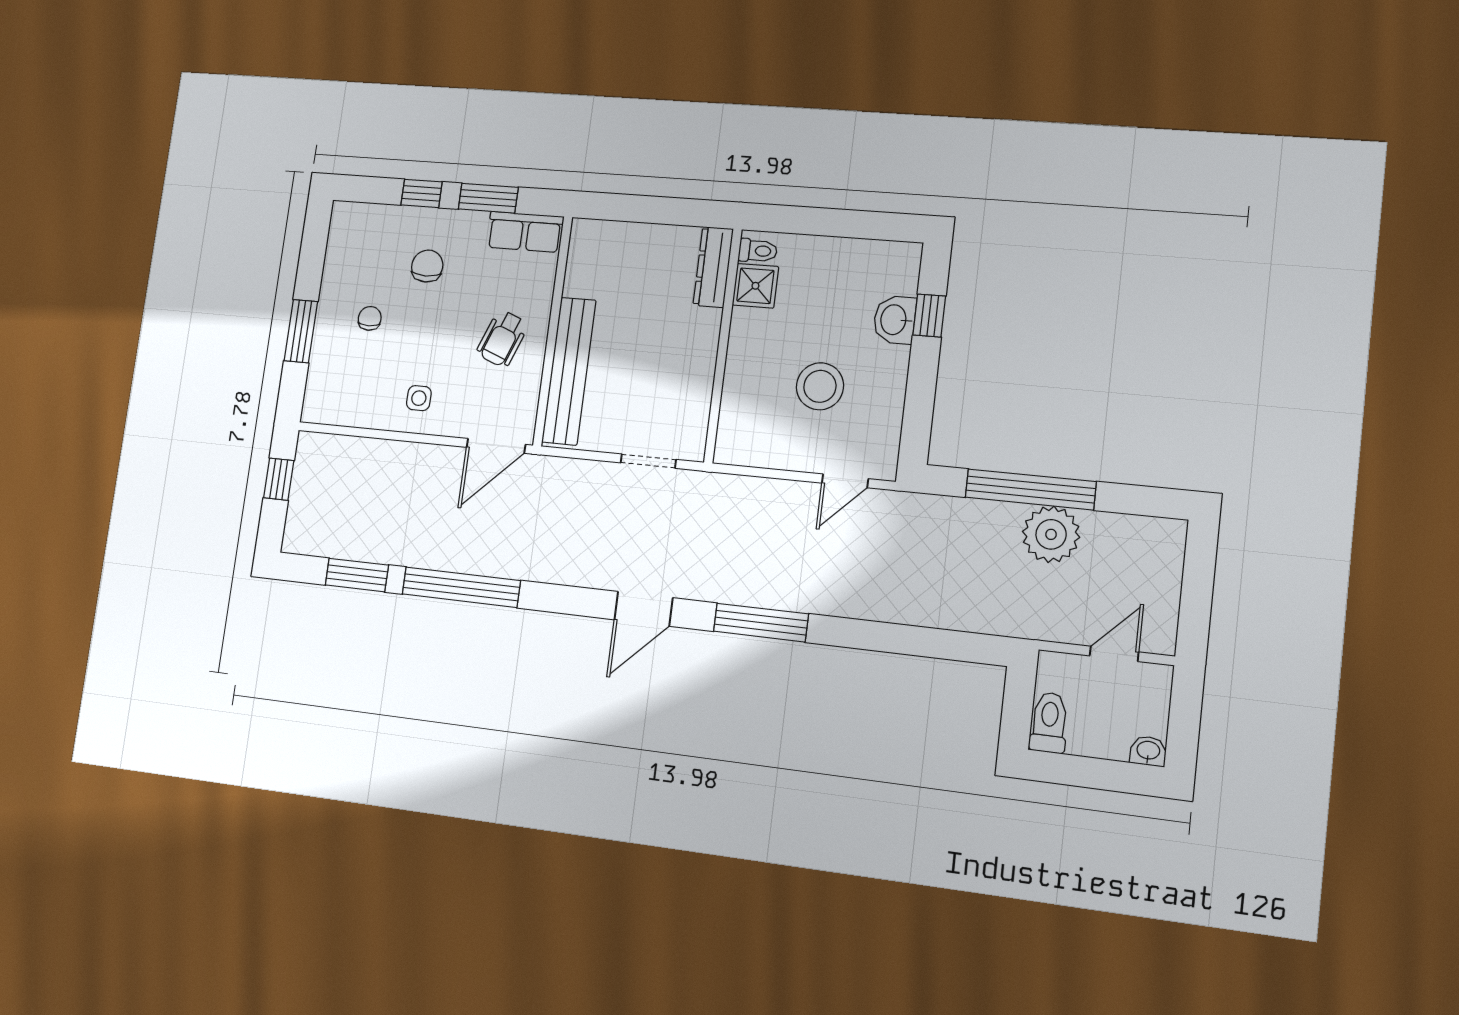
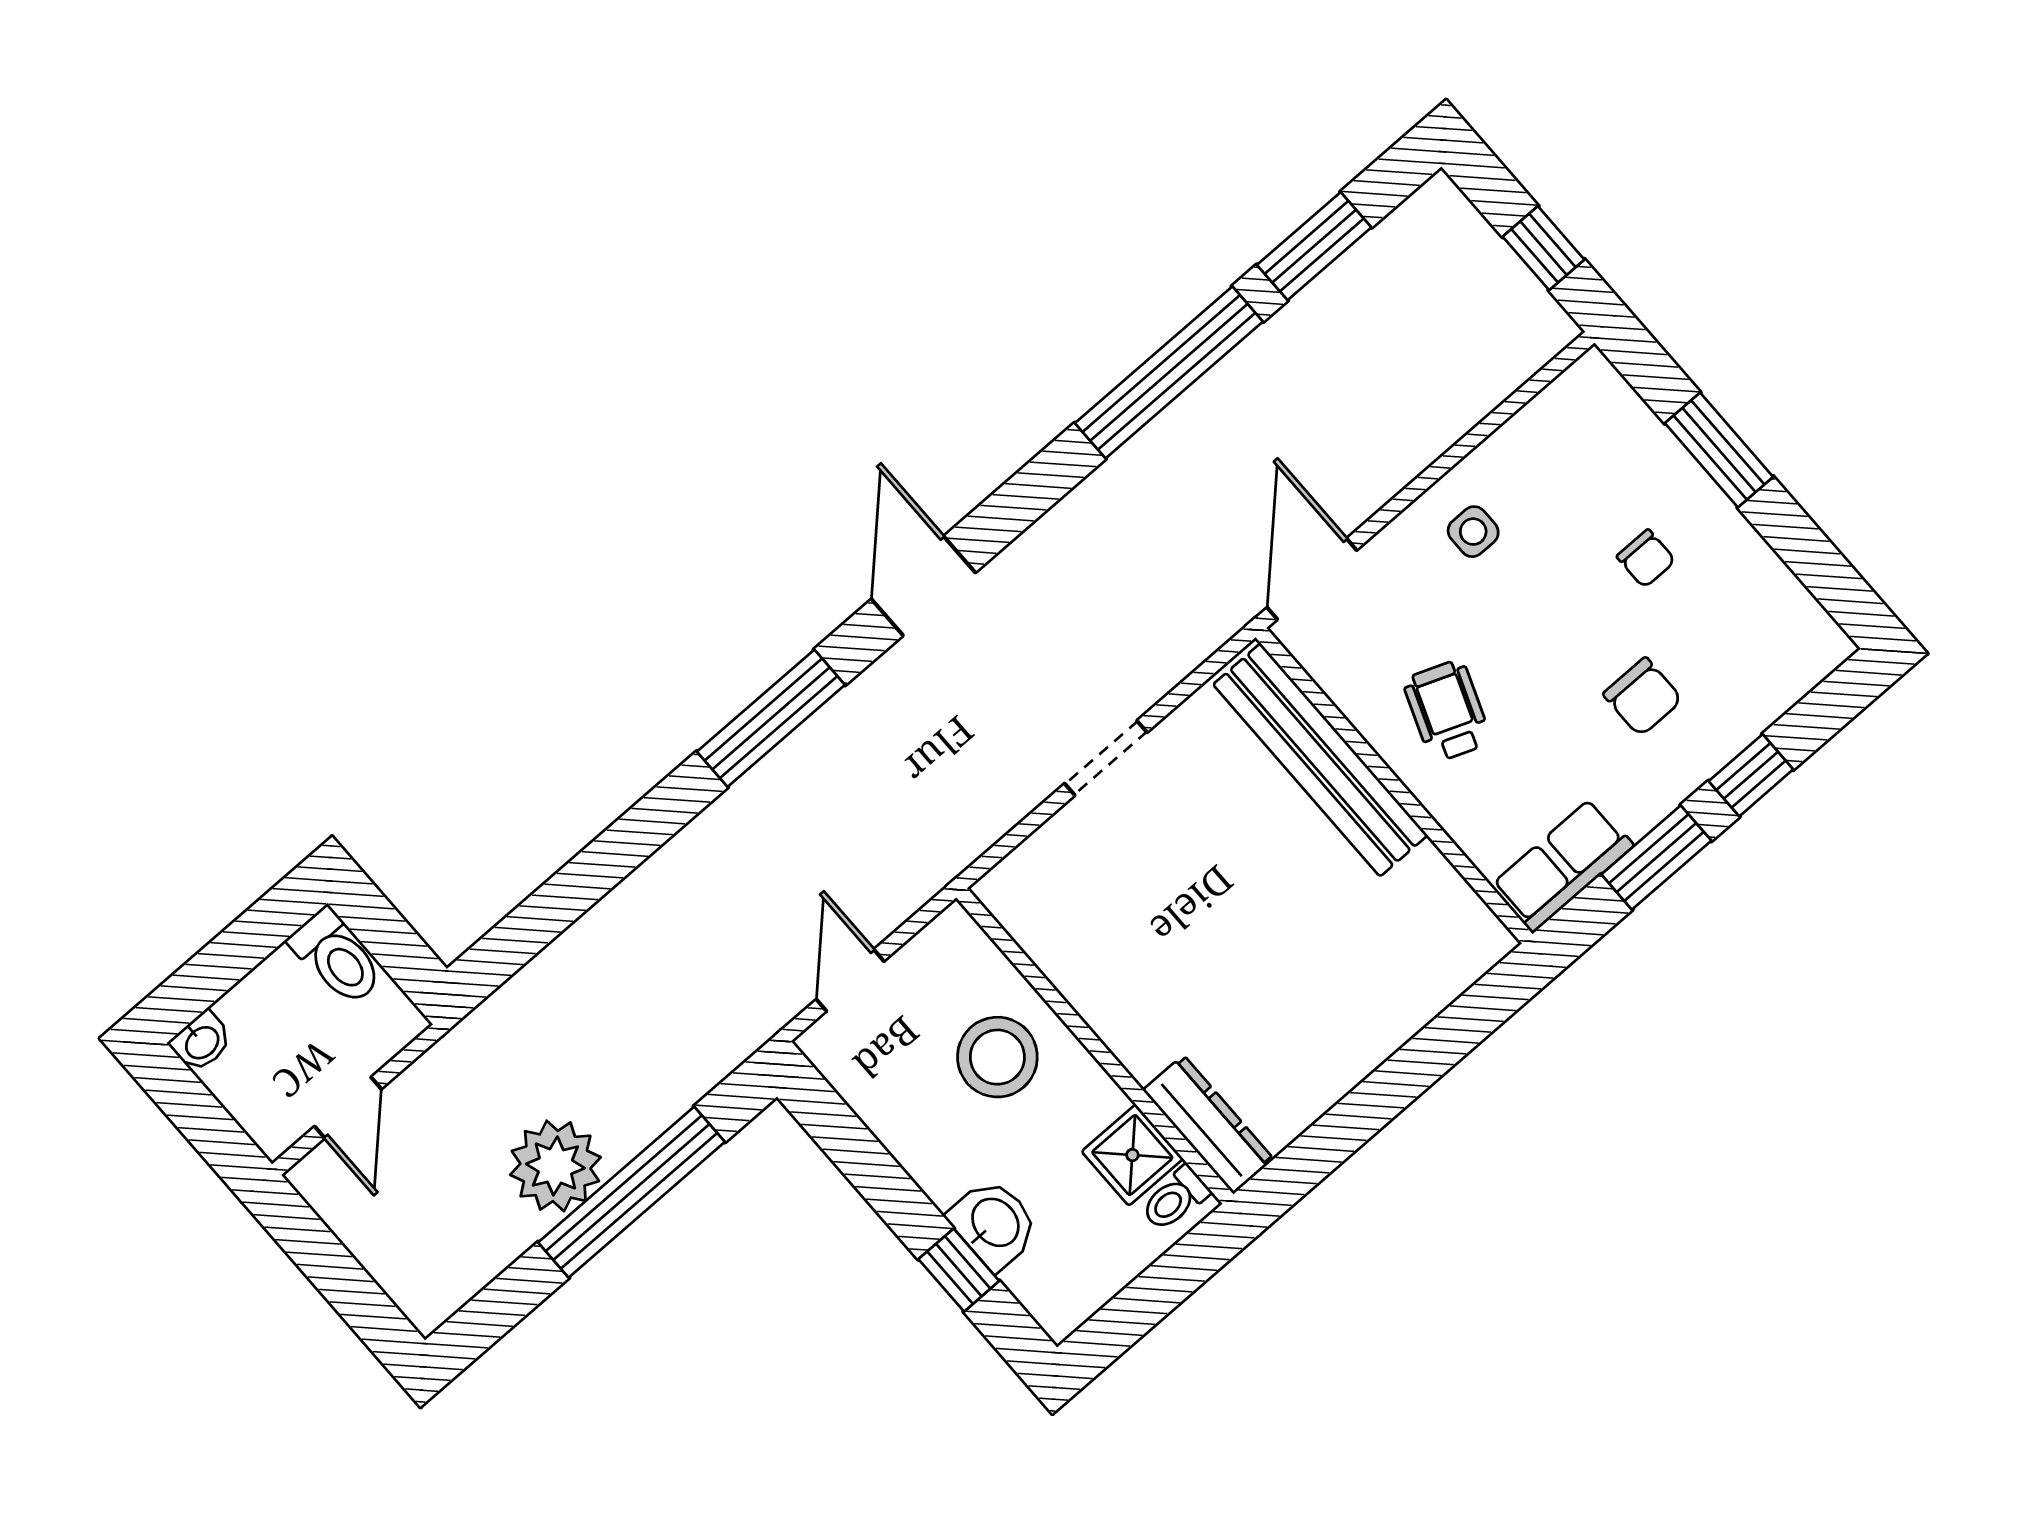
toilet: (758, 251) -> (1175, 1199), moved
dresser: (713, 267) -> (1208, 1124), moved
shower: (755, 286) -> (1132, 1155), moved
wall: (723, 345) -> (1095, 1046), moved

